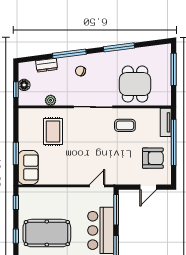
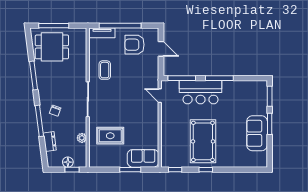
dining table: (135, 84) -> (52, 47), moved
armchair: (153, 158) -> (135, 45), turned -90

